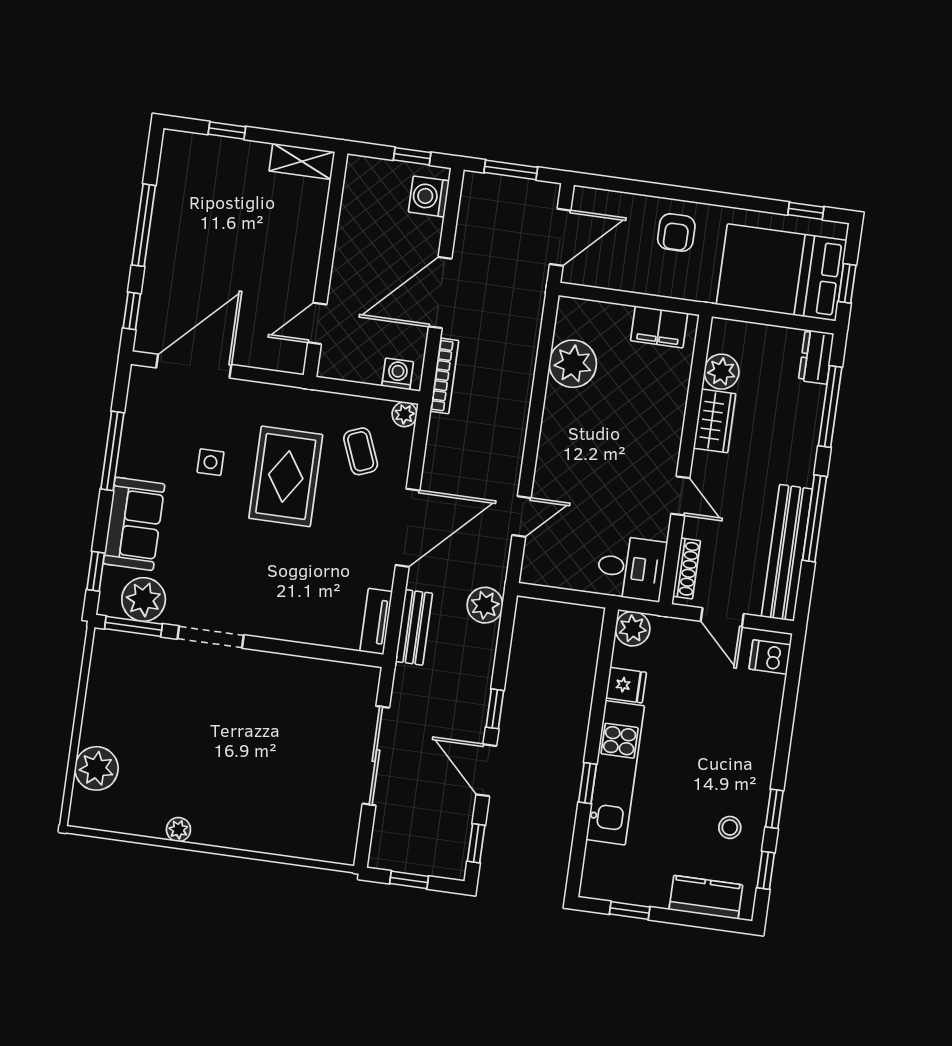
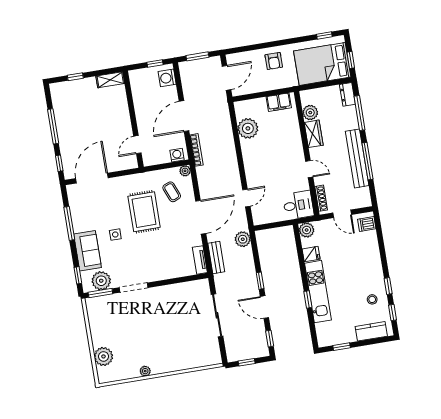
side table: (210, 462) -> (115, 235), moved
bench: (787, 553) -> (357, 158), moved

